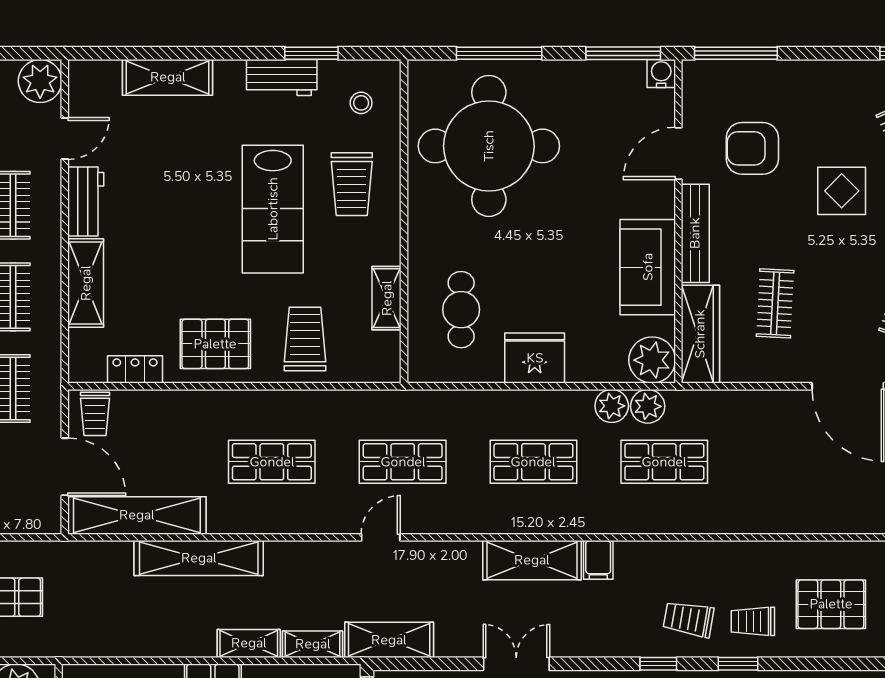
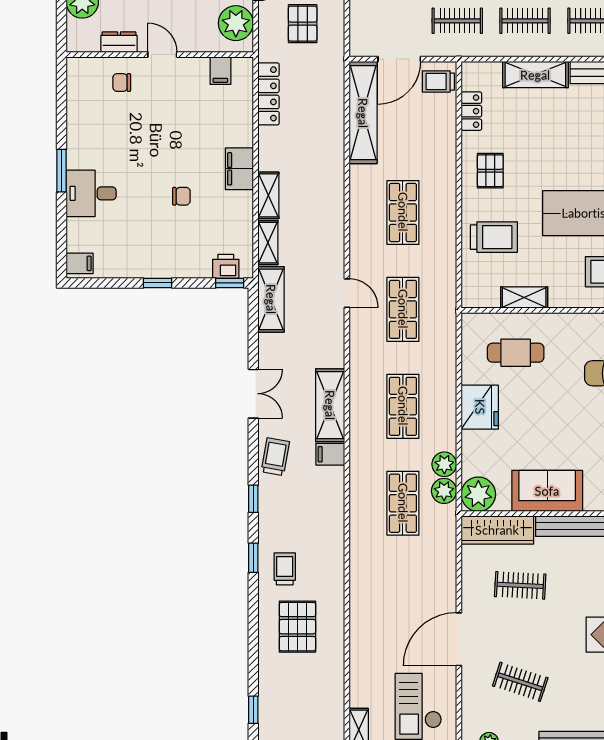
pallet: (215, 344) -> (490, 171), width x0.67, depth x0.71
shelving: (199, 558) -> (332, 158), removed
trolley: (688, 619) -> (275, 457), moved
locker: (112, 643) -> (269, 94), added

